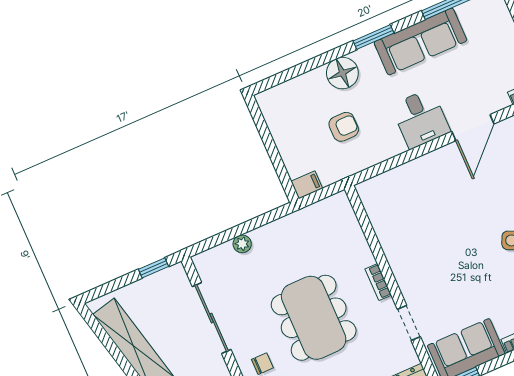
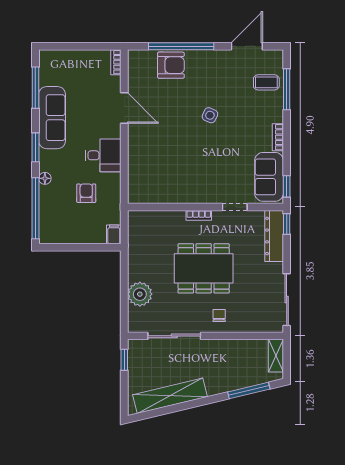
window: (296, 71) -> (35, 208), added
floor lamp: (342, 73) -> (45, 178), width x0.53, depth x0.53
desk: (421, 119) -> (103, 155), moved
plant: (242, 244) -> (140, 294), width x1.87, depth x1.87

